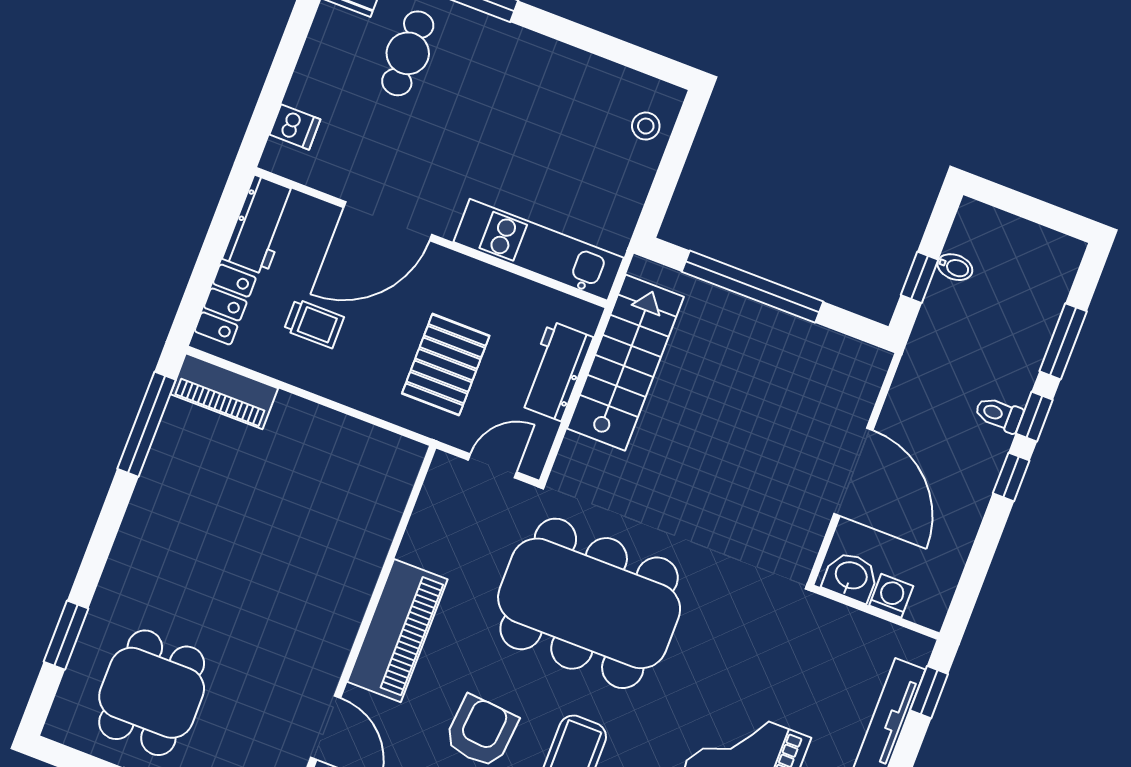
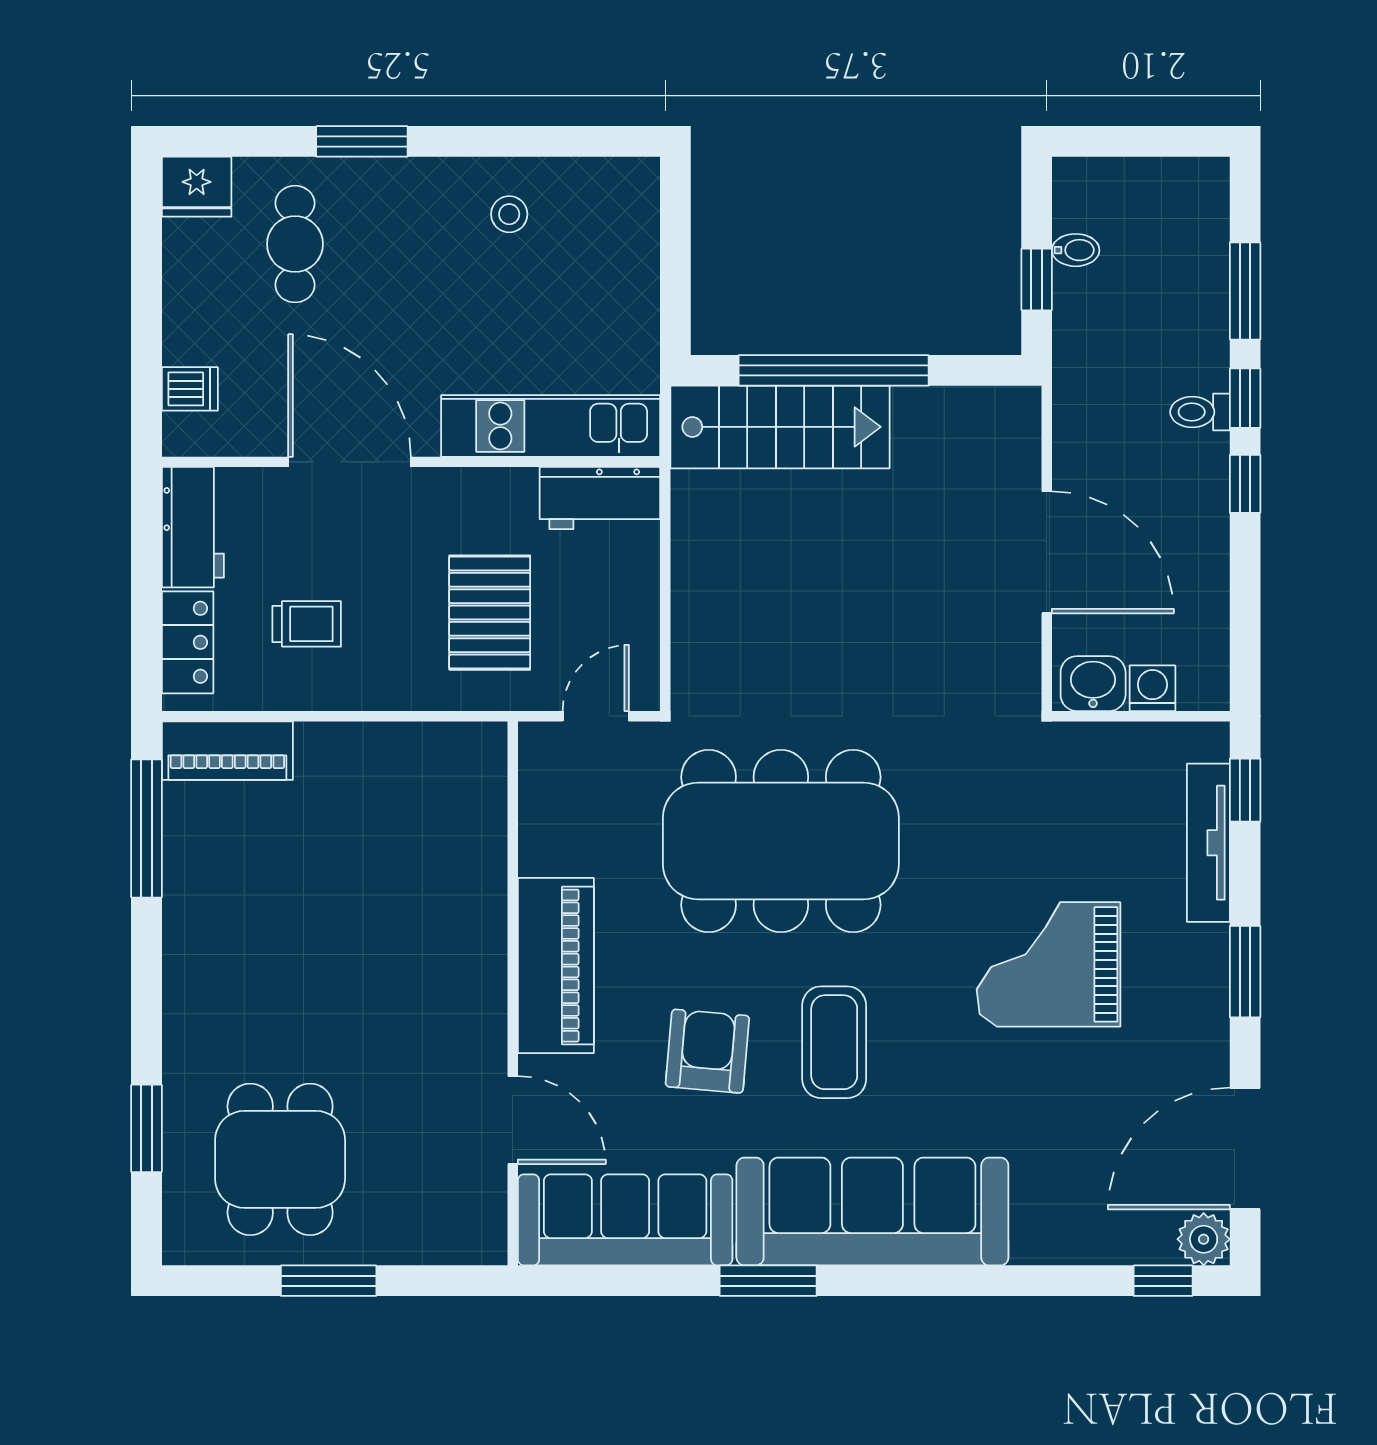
stool: (646, 126) -> (509, 214), moved
door: (388, 221) -> (349, 462), swing flipped
stairs: (625, 363) -> (780, 427), moved, turned 90
workbench: (556, 371) -> (600, 498), moved, turned -90

